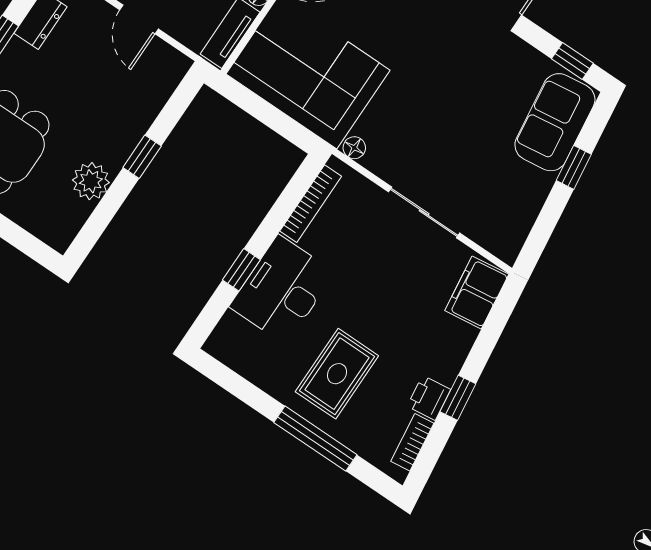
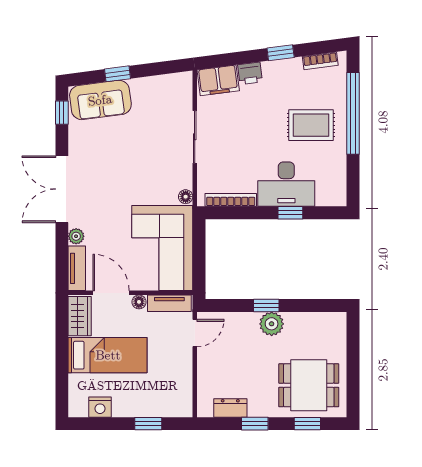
door: (139, 19) -> (195, 333), moved
plant: (91, 181) -> (272, 324), moved
printer: (429, 398) -> (250, 73), moved
window: (315, 439) -> (353, 113), width x1.46

